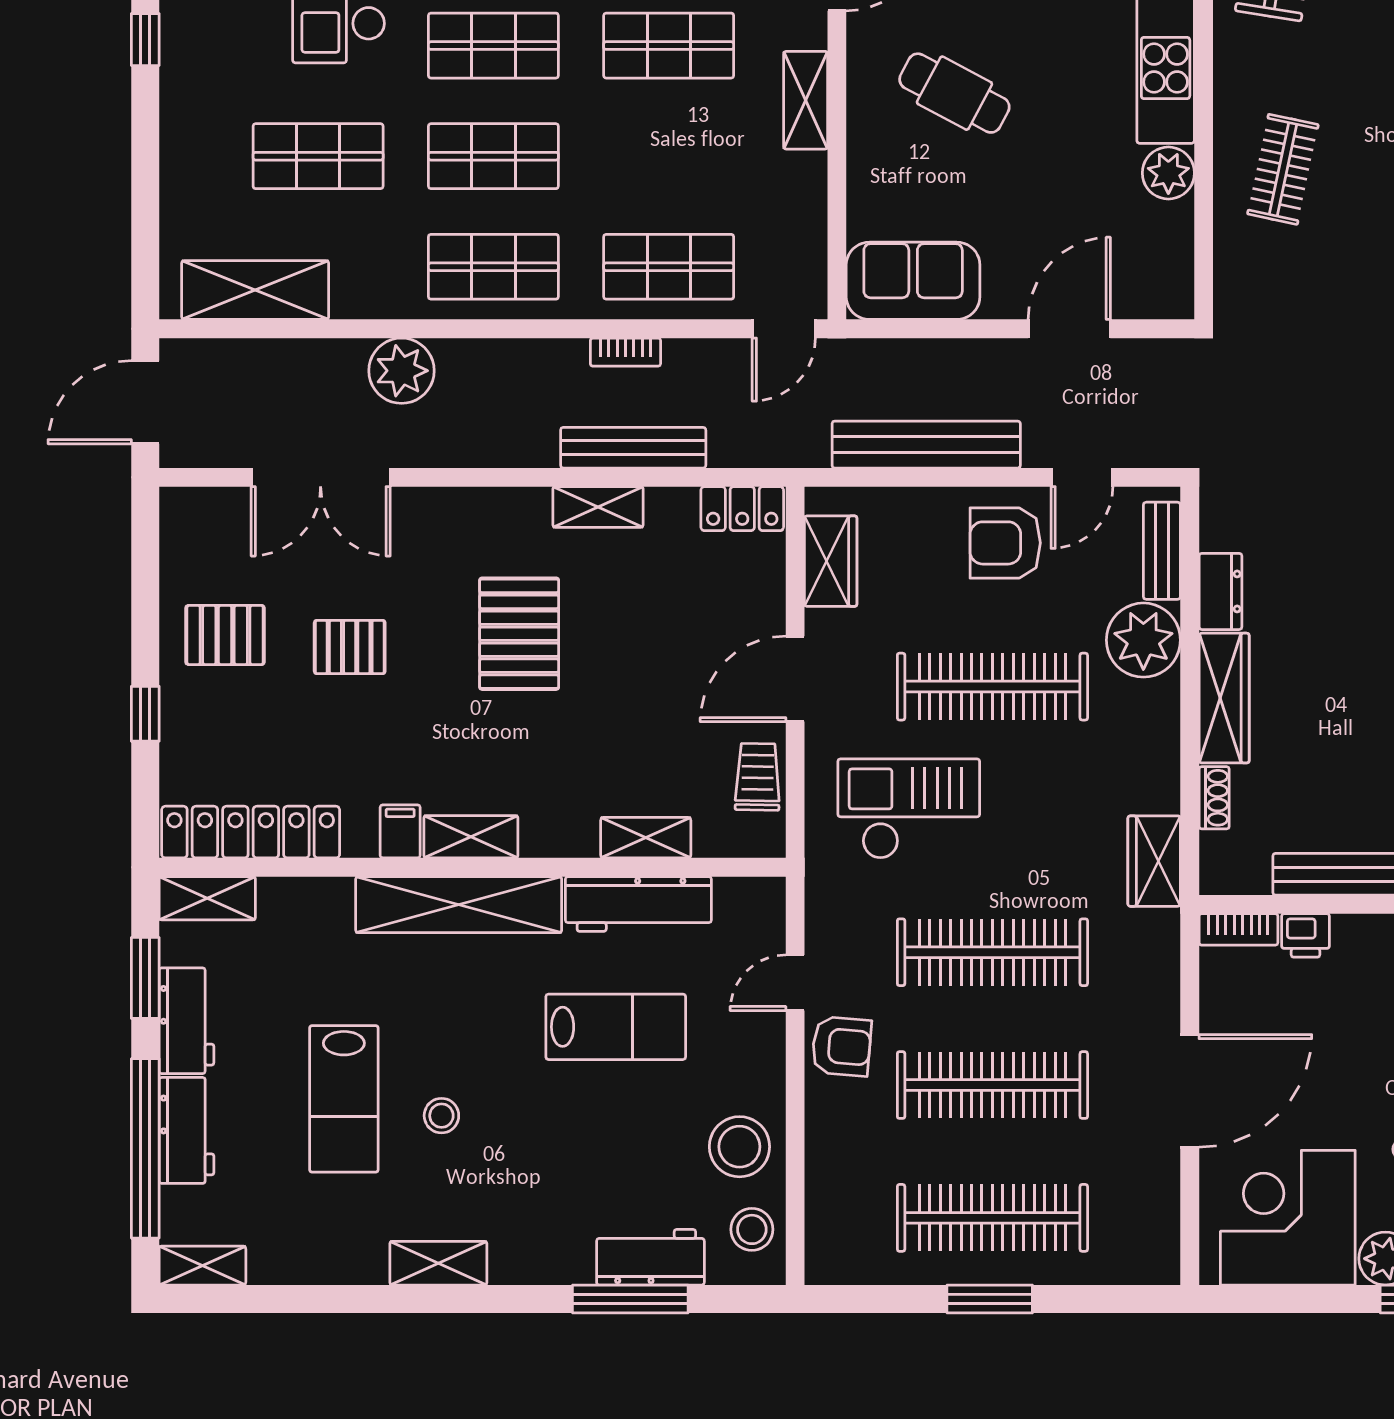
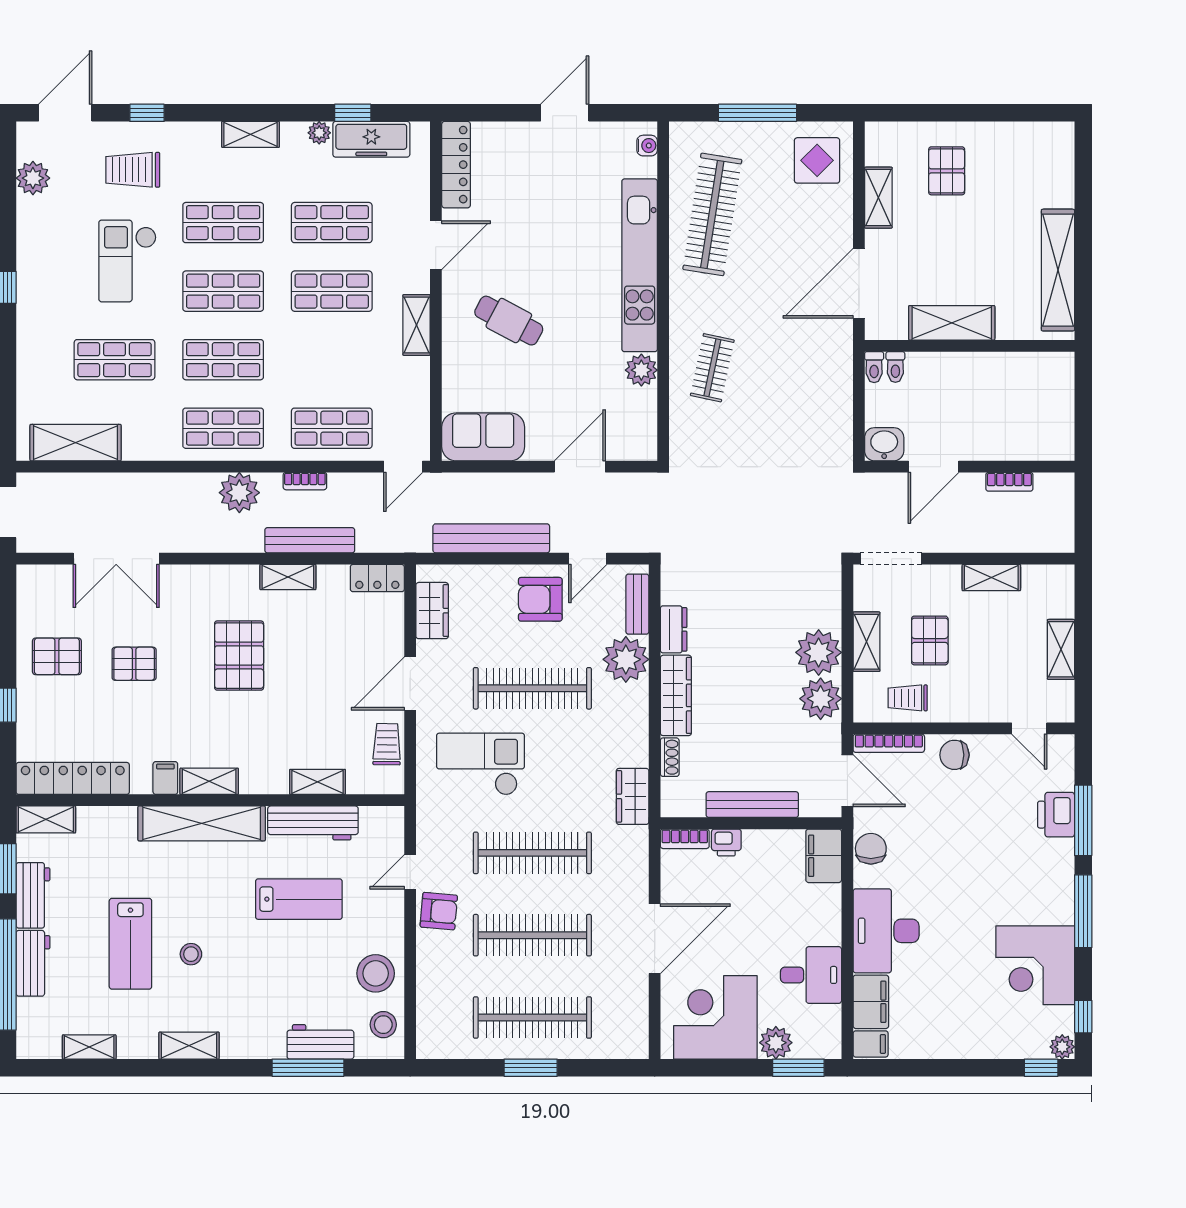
plant: (402, 371) -> (239, 493), moved
shelving: (202, 1266) -> (89, 1047), moved

